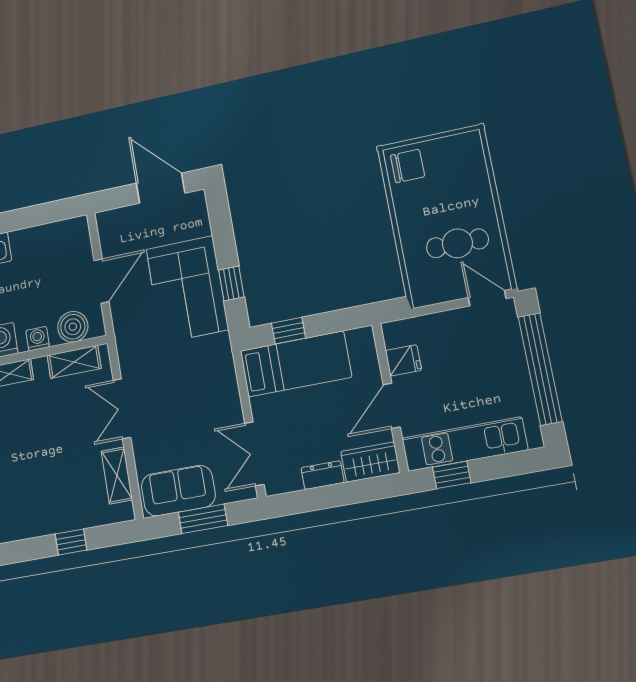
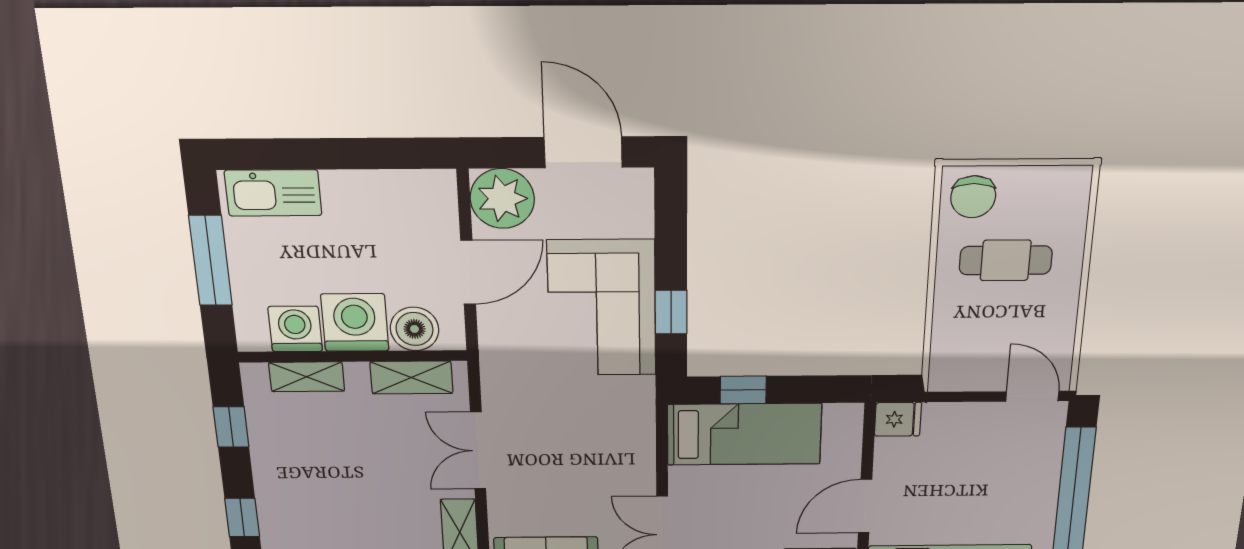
chair: (408, 166) -> (973, 197), turned 90
plant: (116, 228) -> (502, 199), added
cafe table: (457, 243) -> (1006, 260), moved
washing machine: (38, 339) -> (355, 323), width x1.89, depth x1.89
fridge: (403, 360) -> (898, 419), moved

